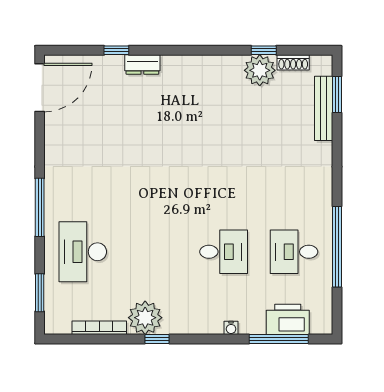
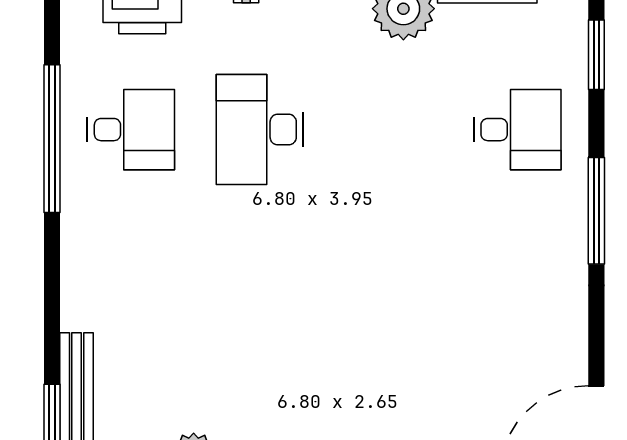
desk: (83, 252) -> (518, 130), width x0.73
desk: (224, 252) -> (260, 130), width x1.37

